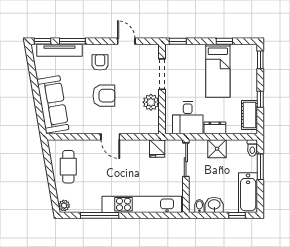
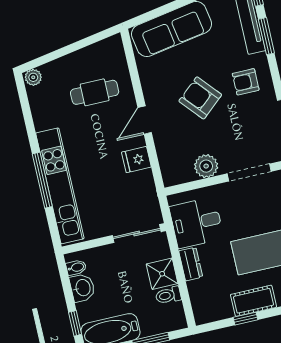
armchair: (100, 62) -> (246, 82), turned 180
armchair: (104, 96) -> (200, 98), turned 139
cot: (249, 115) -> (254, 301), moved
fridge: (157, 148) -> (136, 160), moved
toilet: (252, 148) -> (168, 295), moved
cafe table: (68, 167) -> (95, 92), moved
window: (100, 215) -> (42, 180), moved

